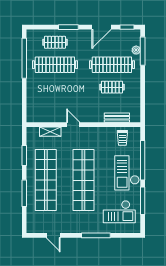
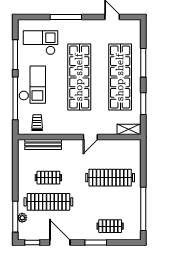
door: (101, 27) -> (60, 243), hinge flipped
clothes rail: (55, 65) -> (110, 178), moved
bench: (117, 118) -> (43, 144), width x1.36
door: (73, 125) -> (90, 137), hinge flipped
shelving: (50, 132) -> (129, 129), moved

